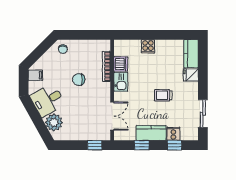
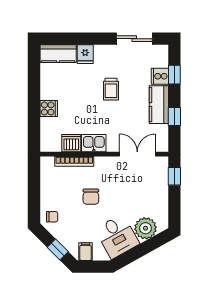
window: (37, 53) -> (58, 249), added

